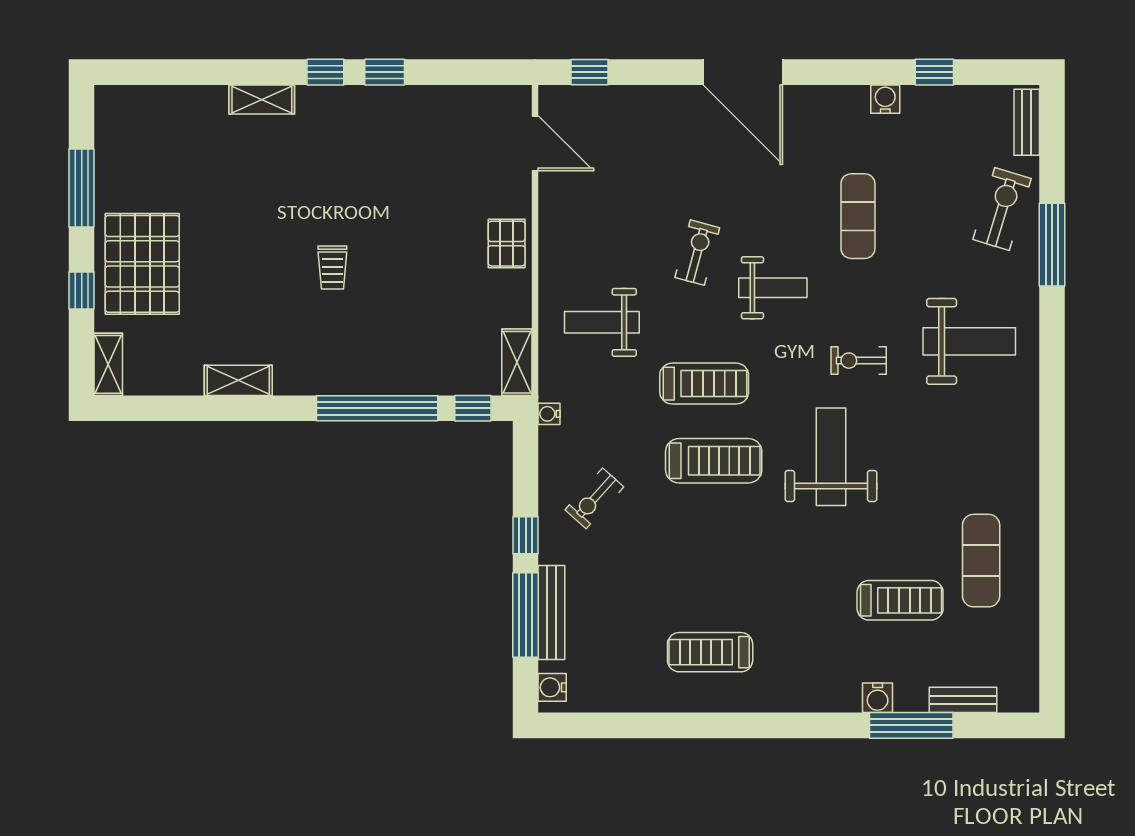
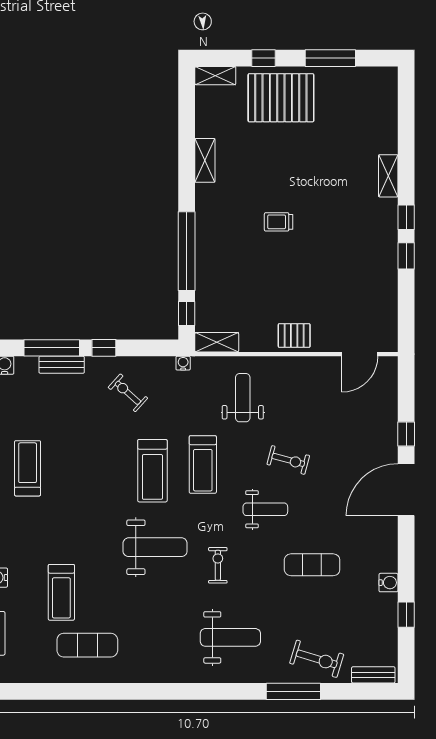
window: (589, 72) -> (406, 434), moved
weight bench: (773, 288) -> (265, 509), turned -90
weight bench: (969, 341) -> (230, 637), turned -90
bench: (551, 612) -> (62, 365), width x0.73

